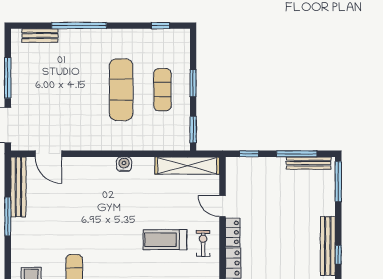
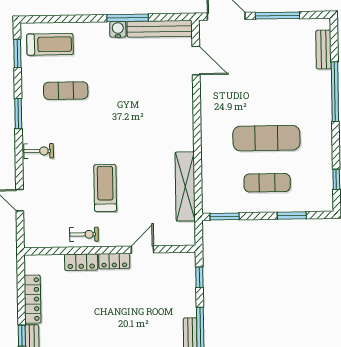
window: (193, 83) -> (292, 215), moved
door: (48, 154) -> (196, 61), swing flipped
water cooler: (124, 164) -> (118, 29), moved, turned -90
shelving: (187, 166) -> (185, 186), moved
exercise bike: (203, 243) -> (84, 234), moved

